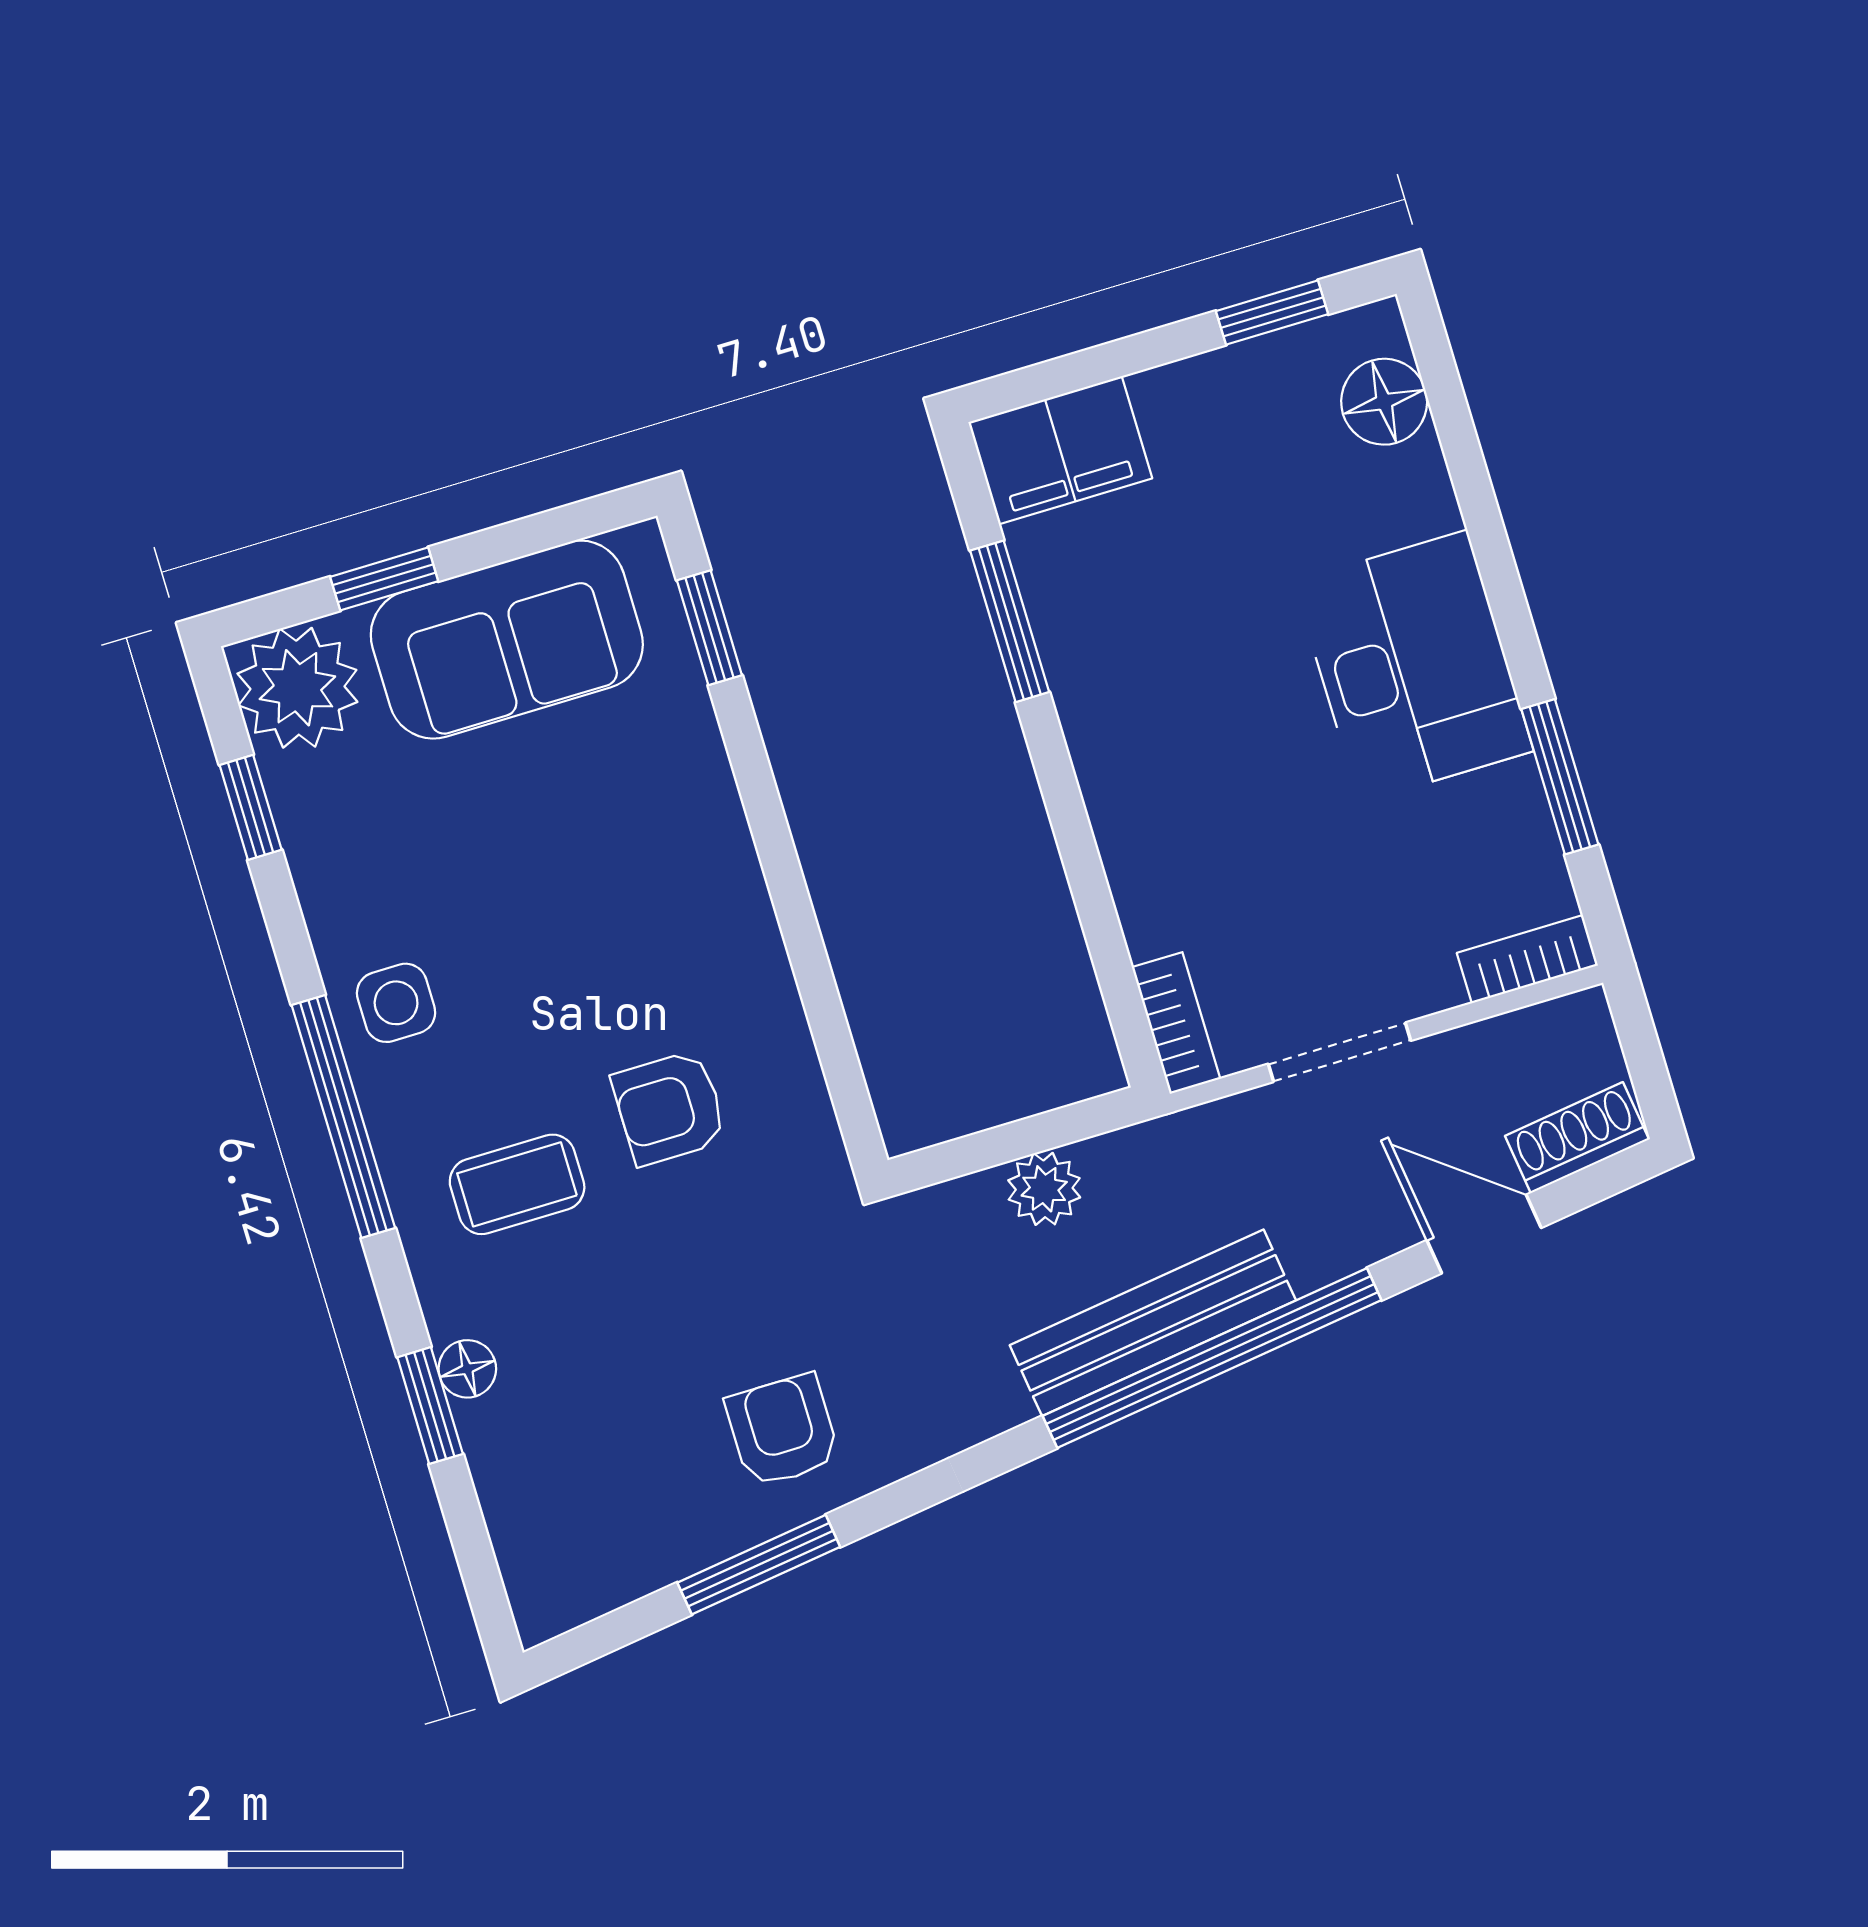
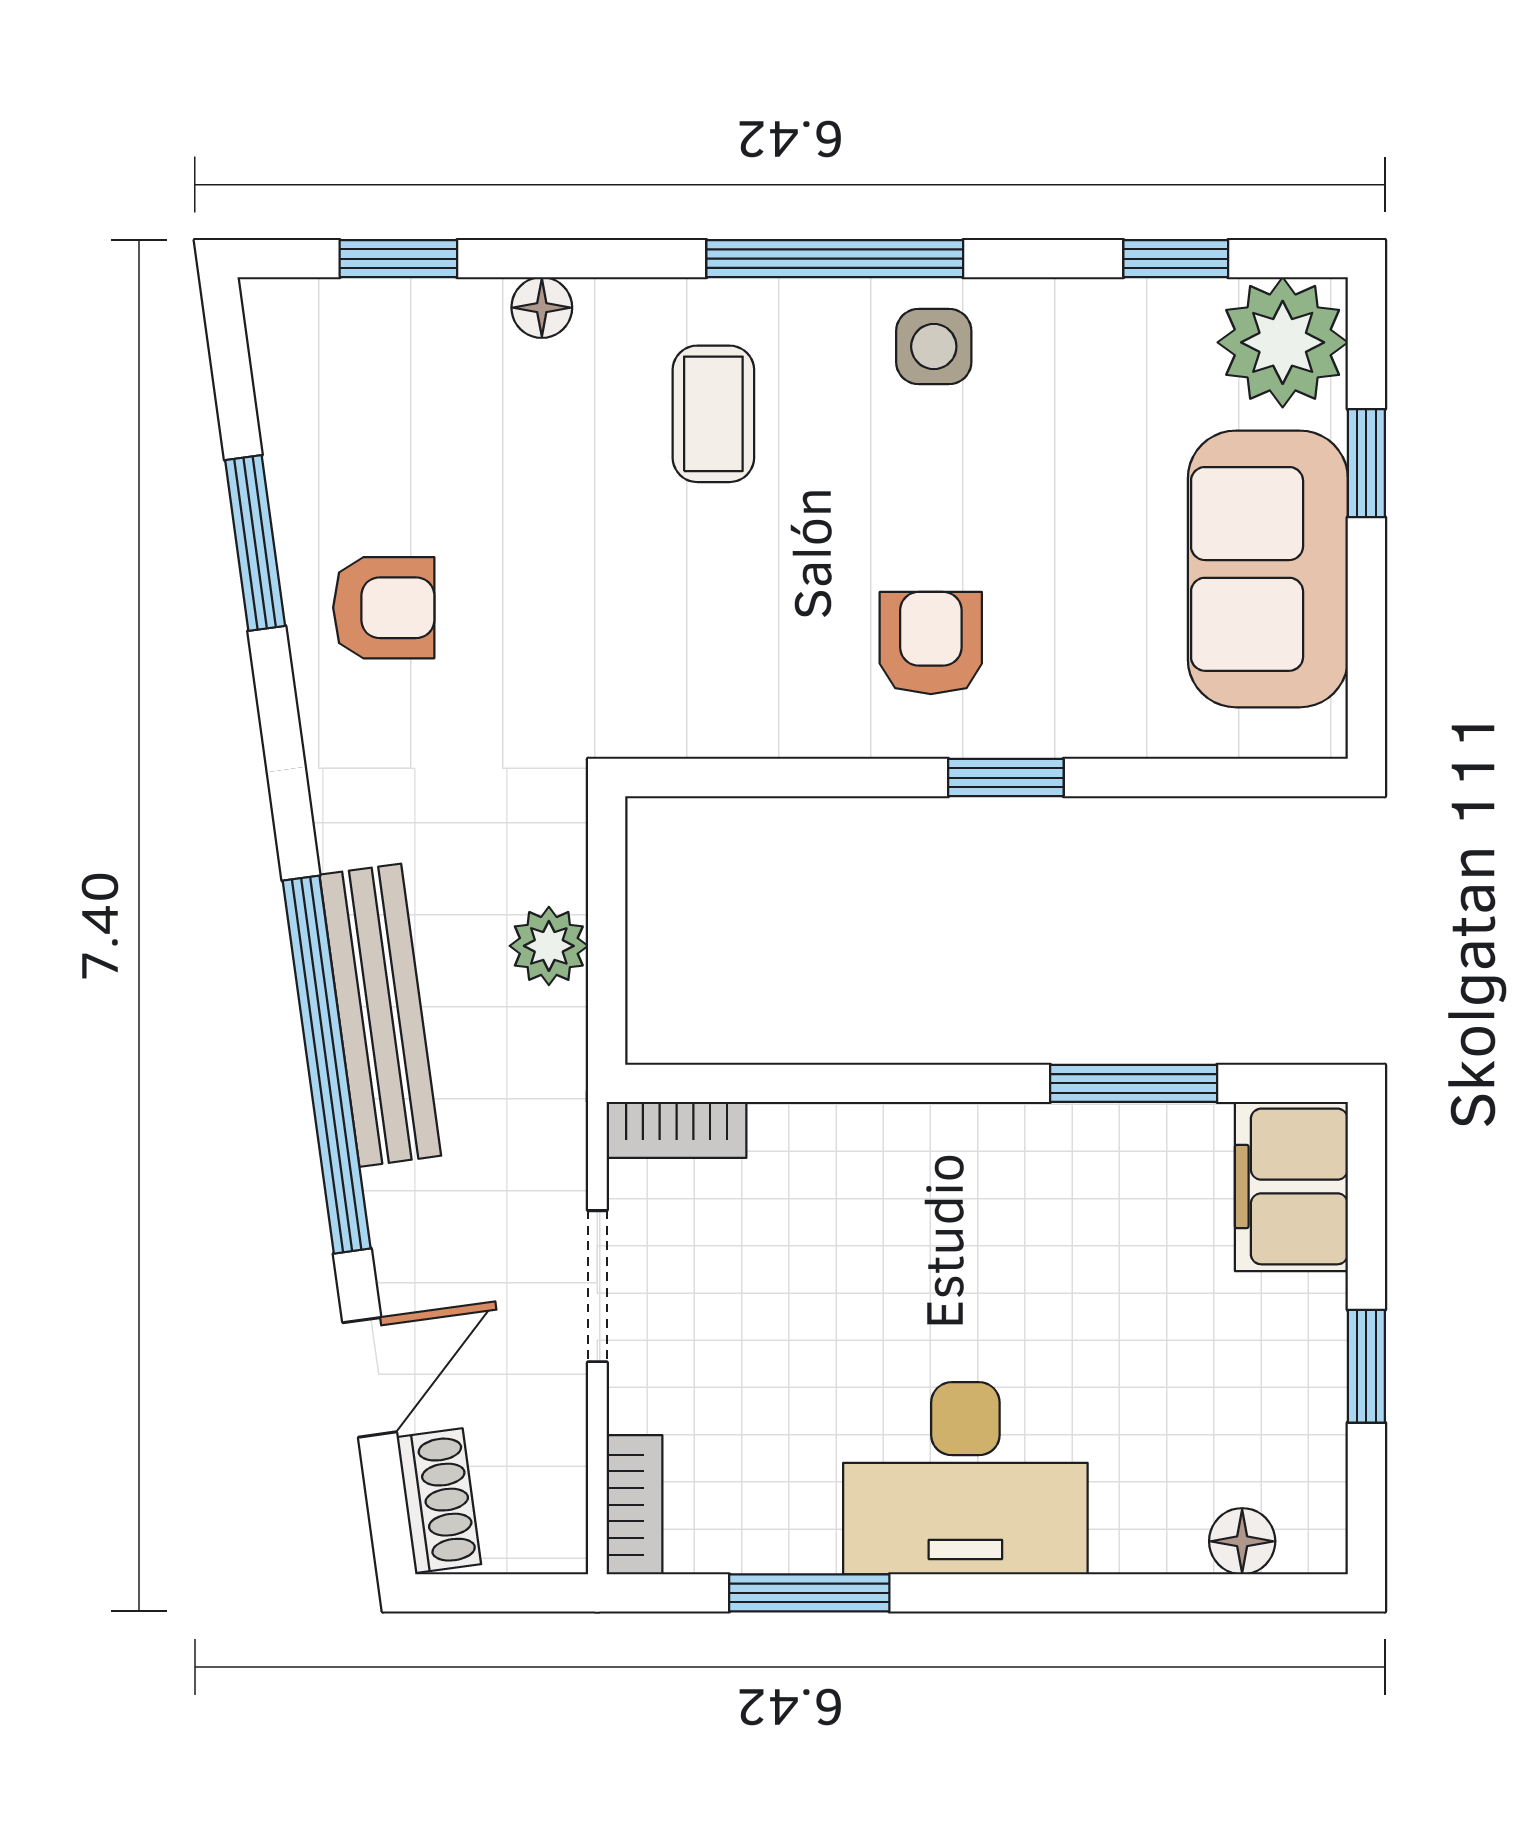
window: (1272, 313) -> (1366, 1366), moved
floor lamp: (1384, 402) -> (1242, 1541), width x0.73, depth x0.73
window: (709, 628) -> (1006, 778), moved
armchair: (669, 1108) -> (931, 643), moved
window: (430, 1406) -> (398, 259), moved

